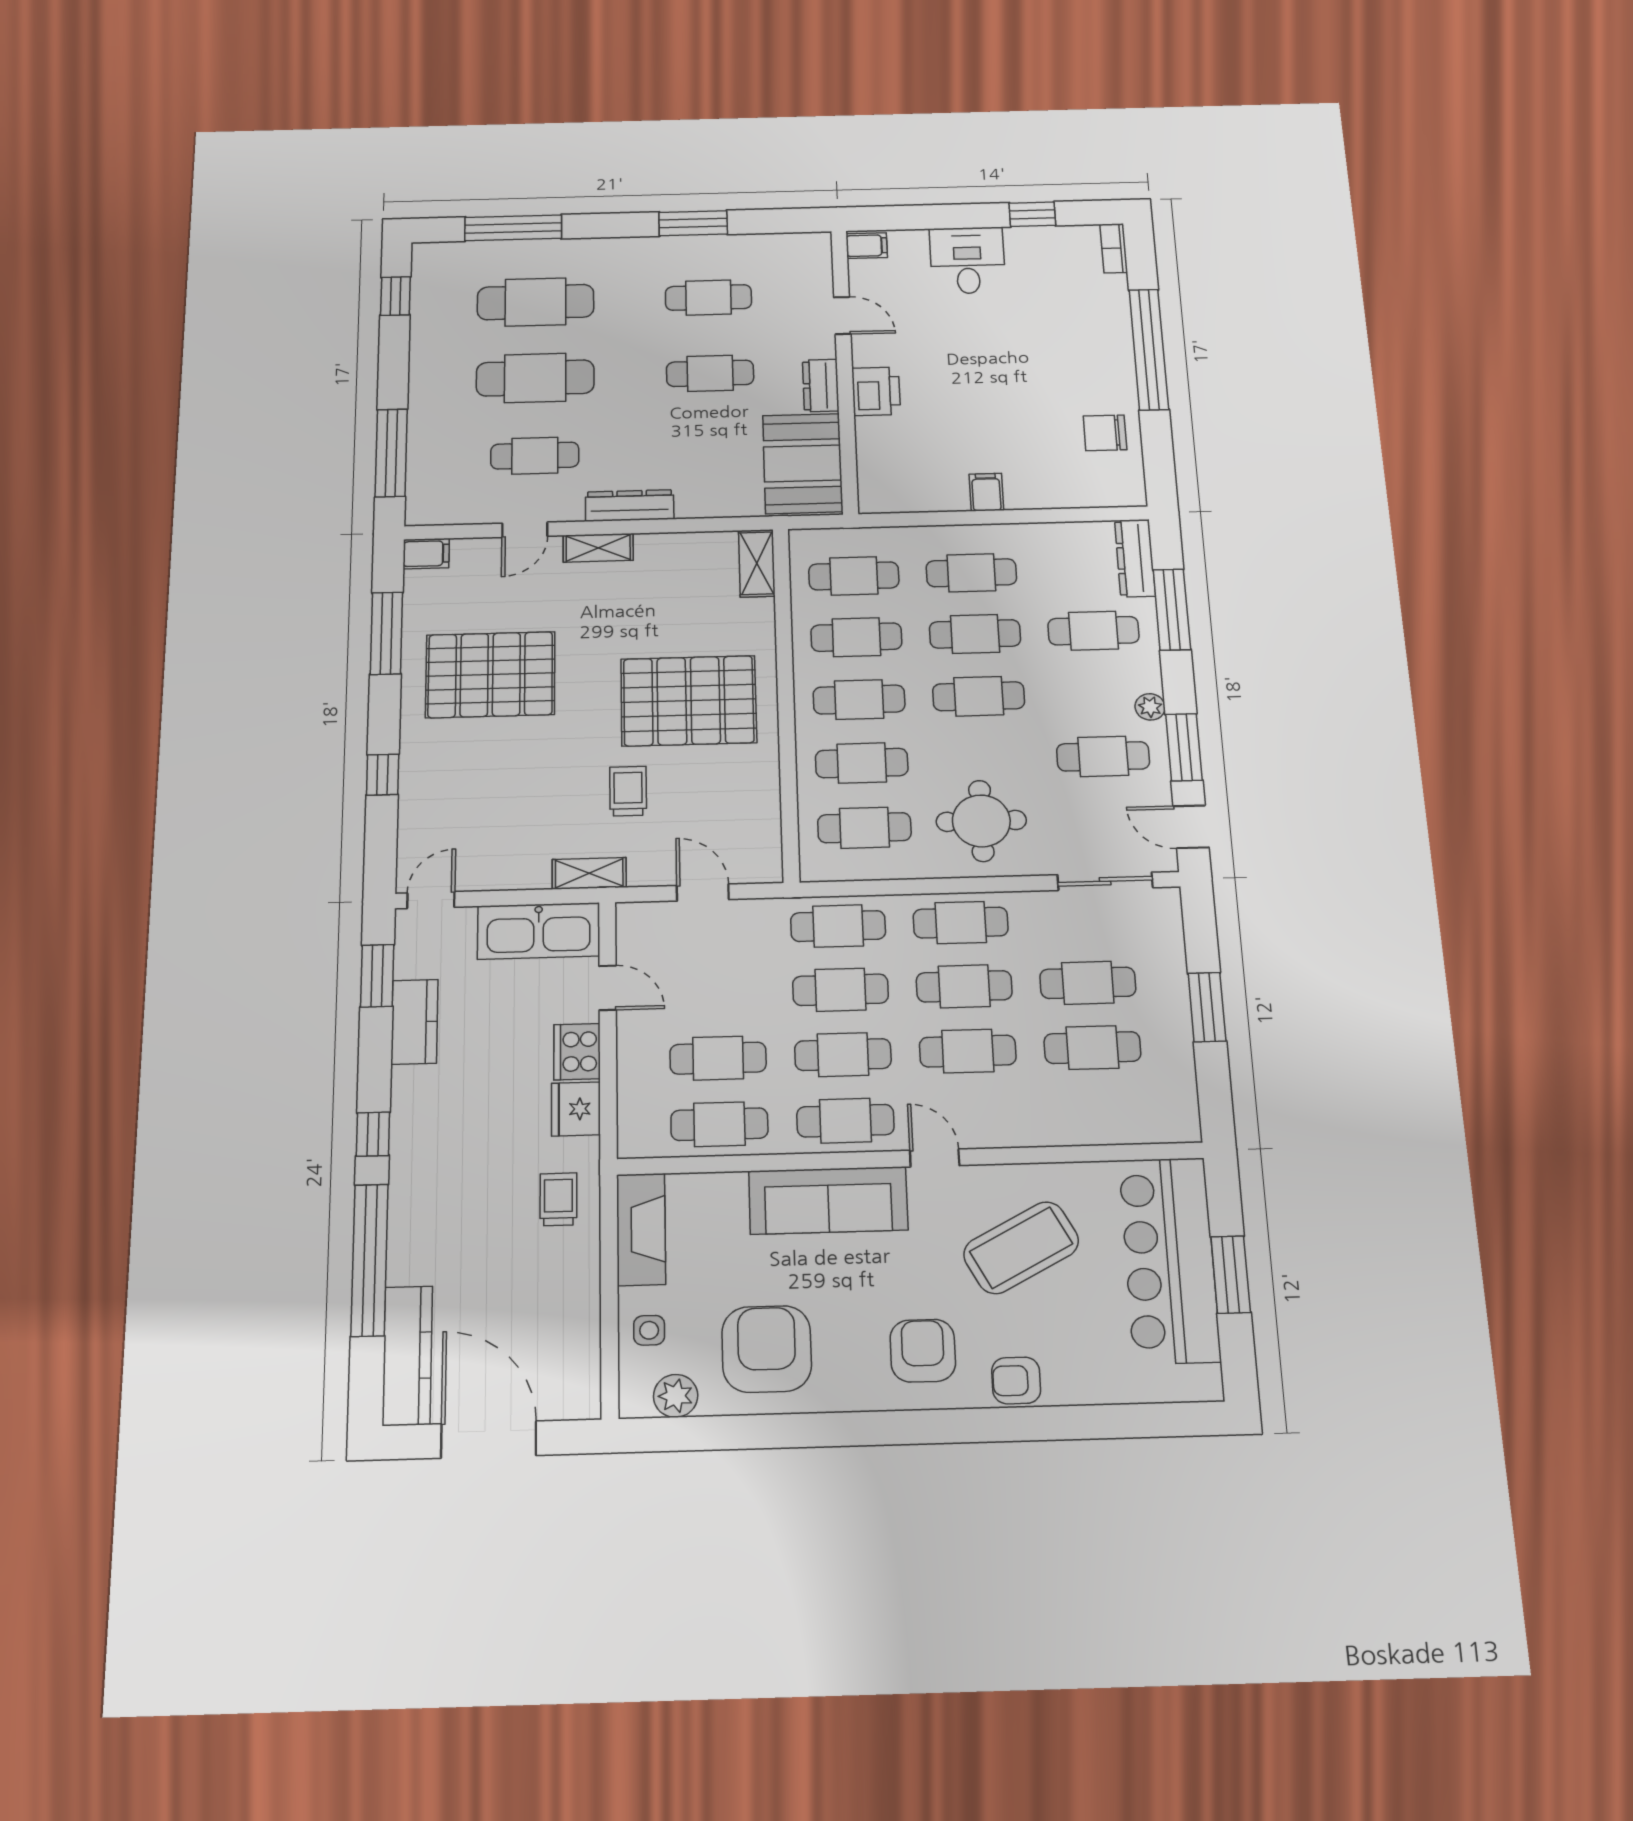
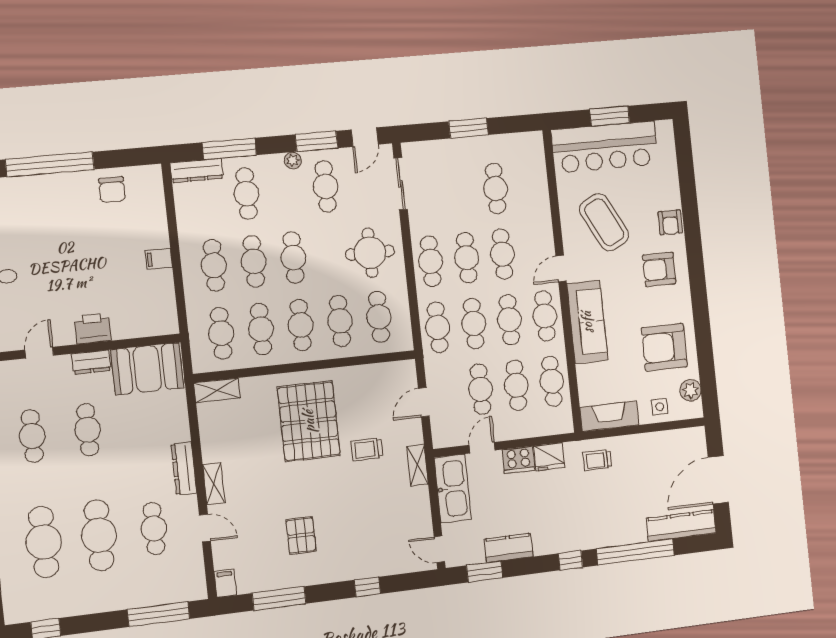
pallet: (490, 675) -> (301, 535), width x0.49, depth x0.50
cafe table: (1088, 983) -> (481, 389), moved

